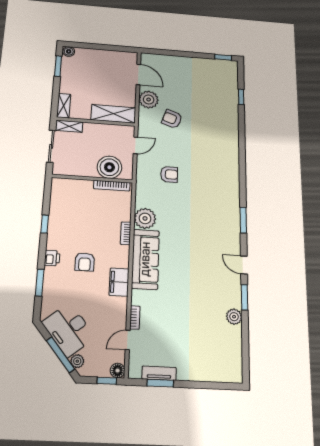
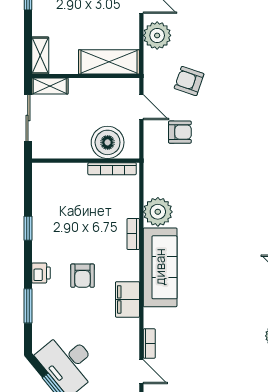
armchair: (172, 119) -> (189, 81), moved
door: (136, 145) -> (141, 107), hinge flipped
armchair: (169, 174) -> (180, 132), moved
door: (128, 340) -> (141, 372), swing flipped

